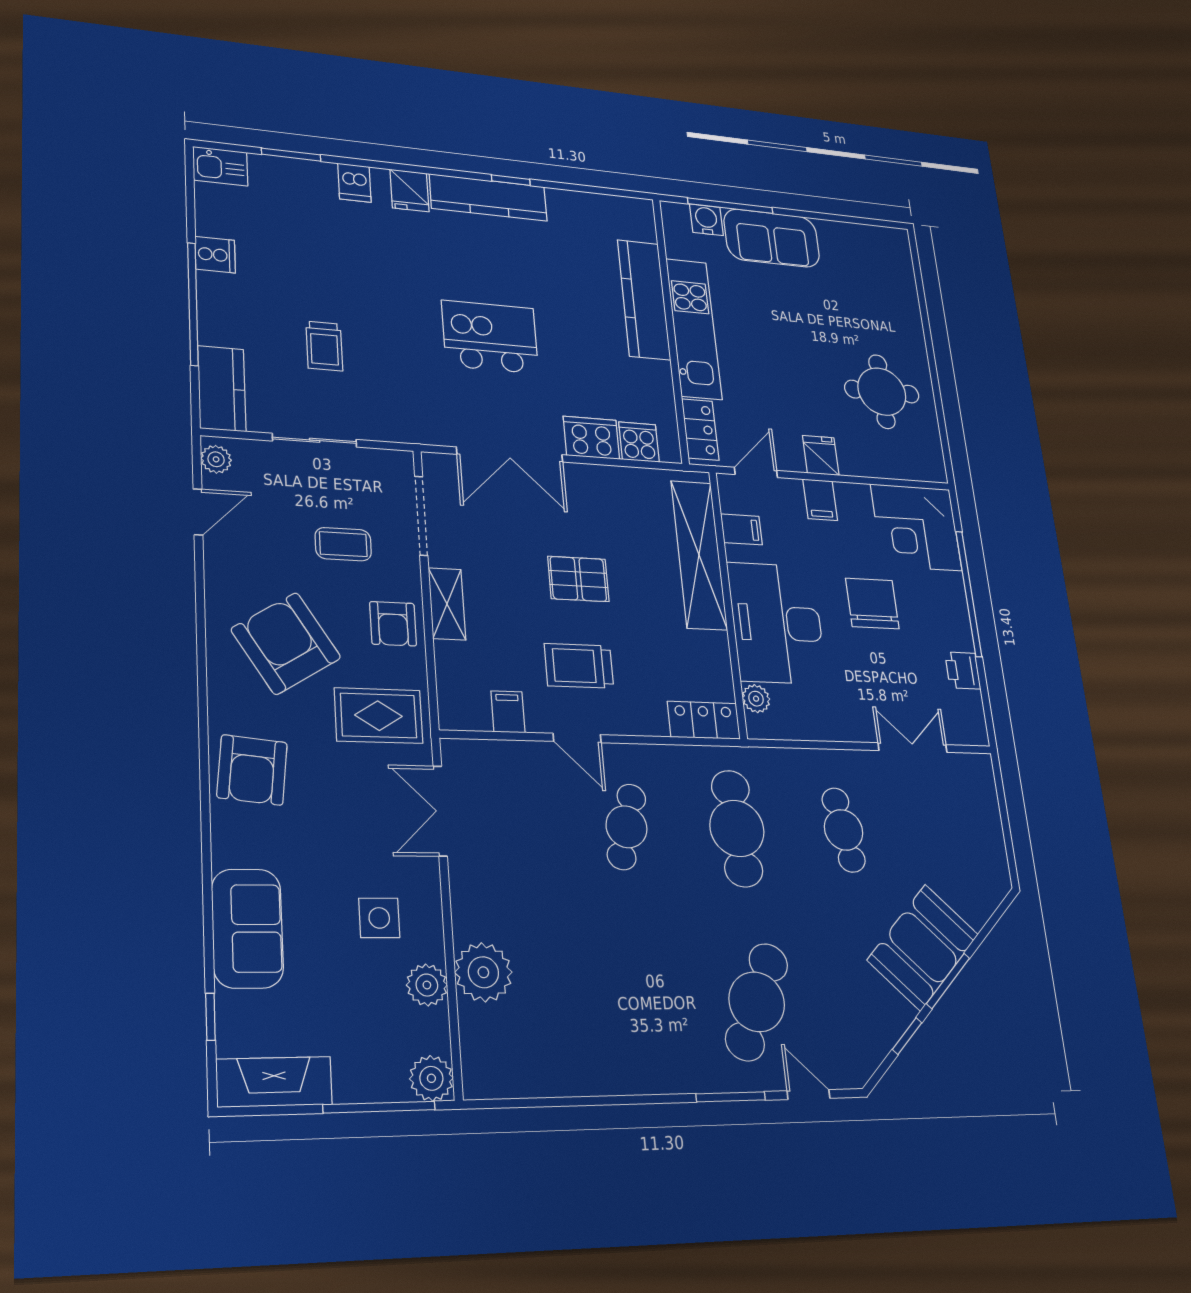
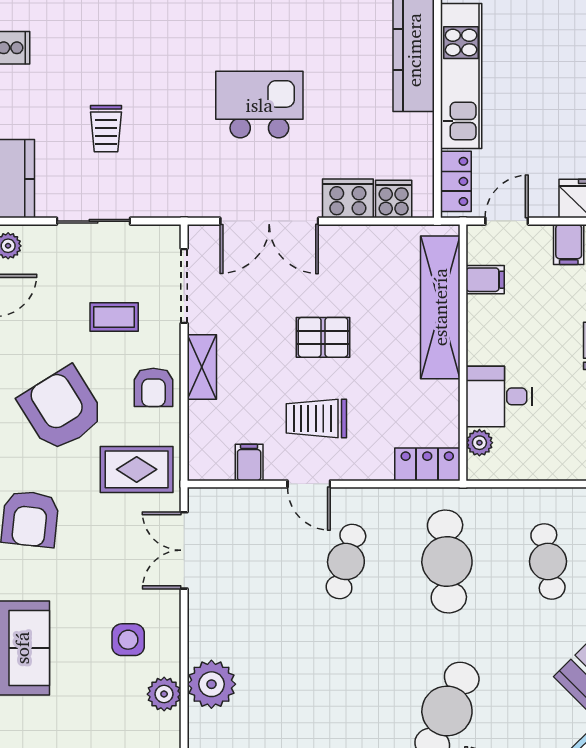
desk: (777, 623) -> (499, 396), width x0.53, depth x0.77

